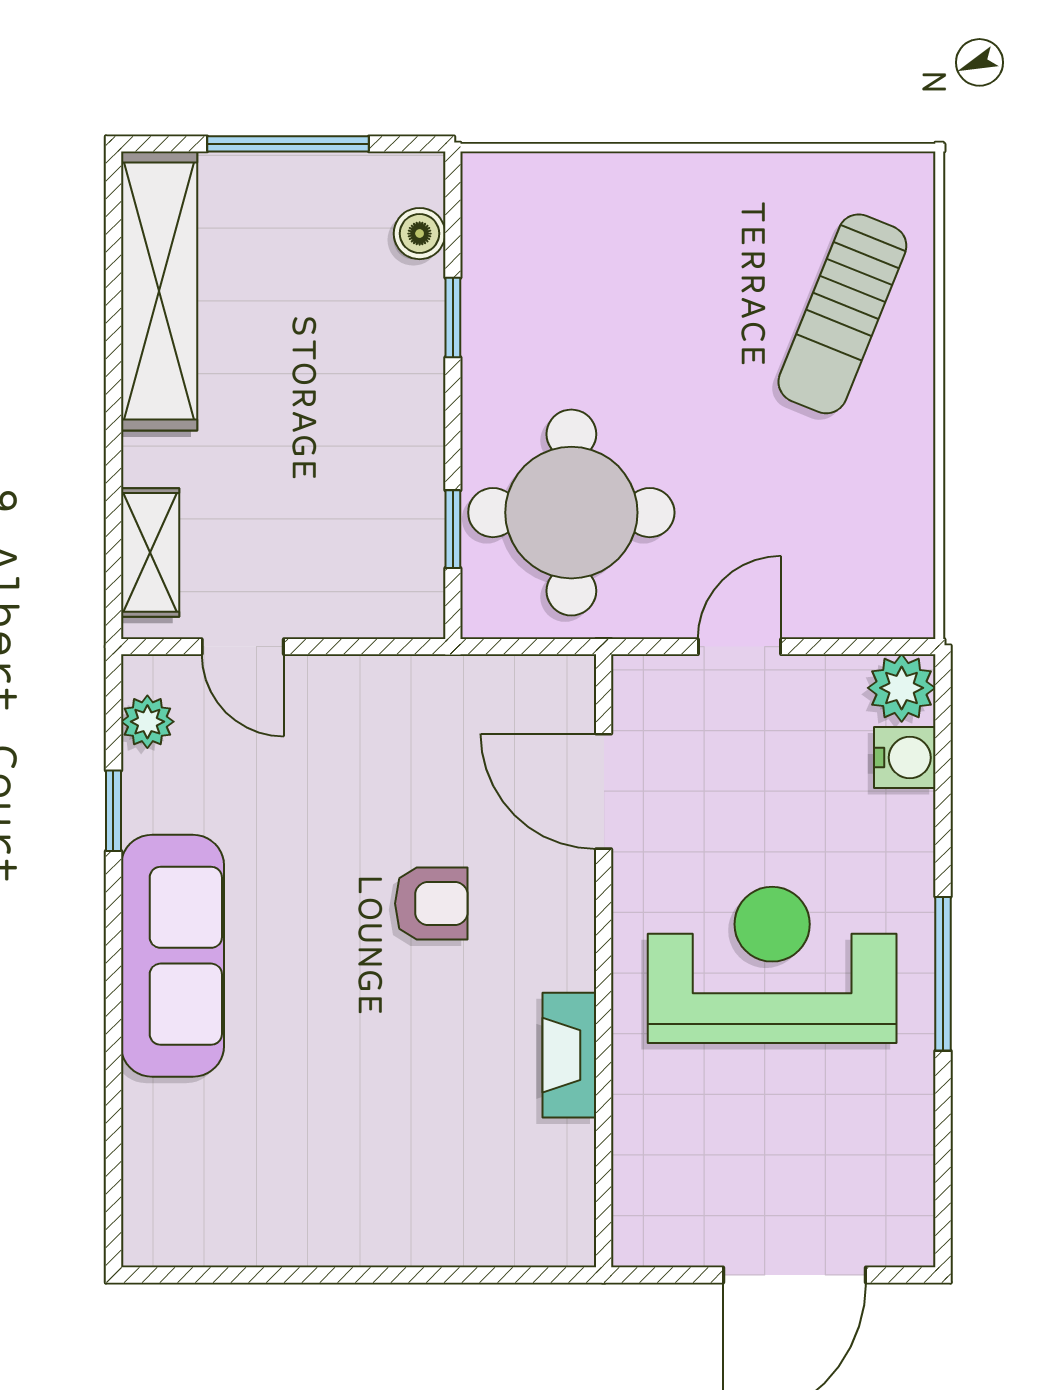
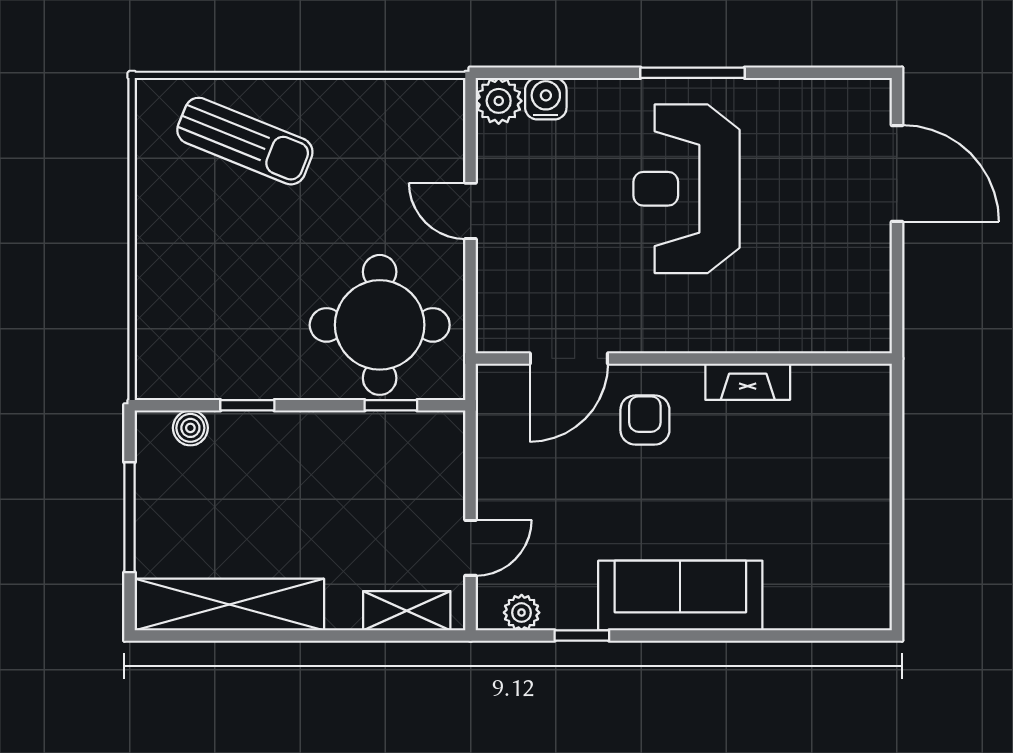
door: (604, 791) -> (569, 358), moved
wall: (604, 961) -> (684, 358), moved
fireplace: (569, 1055) -> (748, 382), moved

